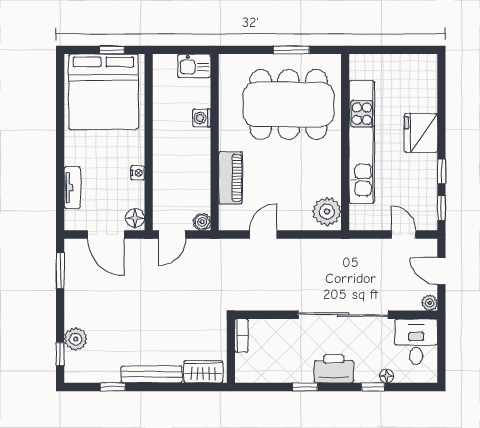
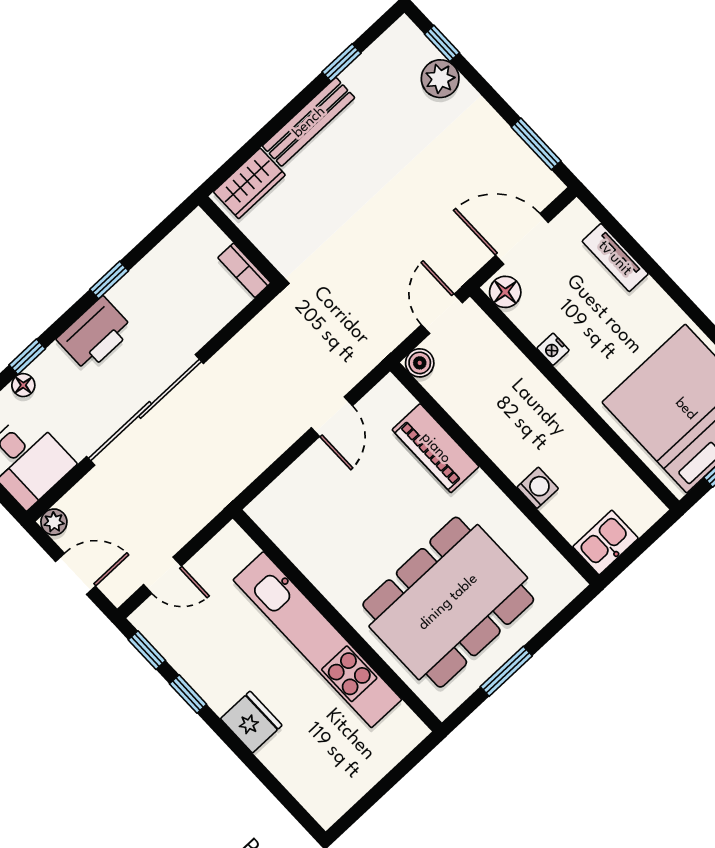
fridge: (421, 133) -> (251, 722), width x0.73, depth x0.75
plant: (327, 212) -> (281, 516), removed

